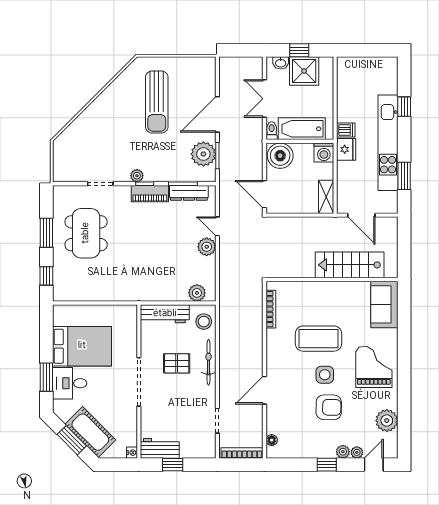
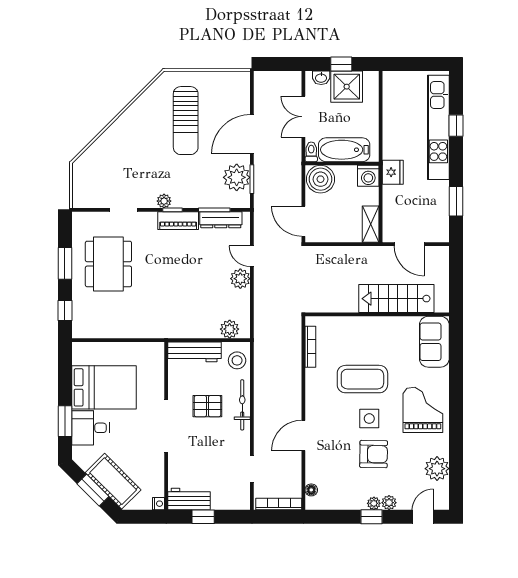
dishwasher: (346, 130) -> (392, 151), removed
kitchen unit: (388, 143) -> (438, 127), moved
plant: (357, 452) -> (374, 503), moved

